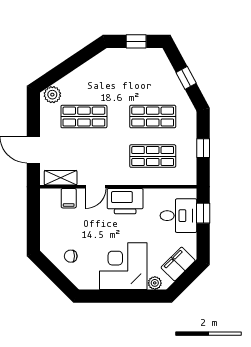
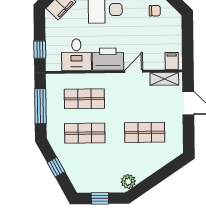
plant: (52, 95) -> (128, 182), moved
window: (203, 148) -> (40, 106), width x2.17
filing cabinet: (69, 198) -> (172, 61), moved
desk: (178, 216) -> (76, 55), moved, turned -90

